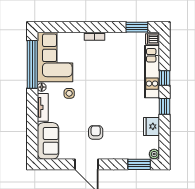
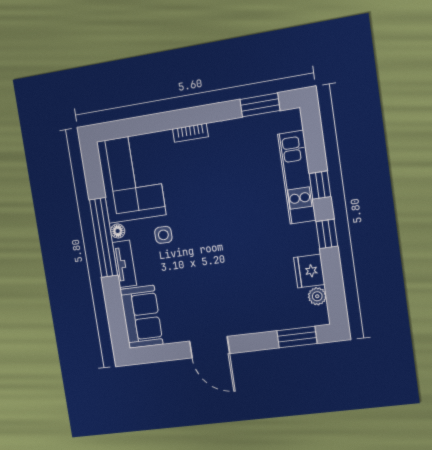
dishwasher: (152, 39) -> (290, 121), removed
window: (32, 64) -> (104, 238), moved
armchair: (96, 132) -> (216, 293), removed
plant: (154, 154) -> (317, 296), moved

